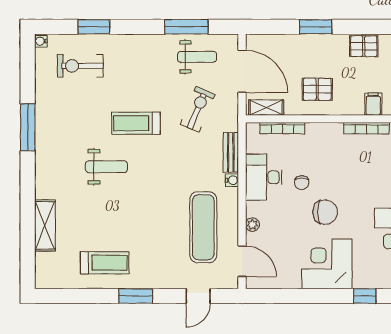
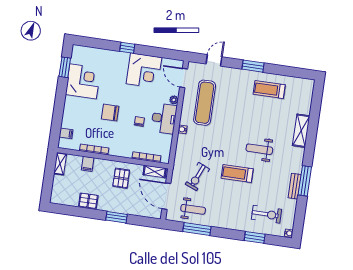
weight bench: (197, 57) -> (193, 209), turned 180
pallet: (317, 89) -> (121, 178), turned 90
treadmill: (136, 123) -> (237, 173), turned 180
bench: (231, 152) -> (295, 186), moved
desk: (264, 177) -> (164, 118), moved
chair: (325, 212) -> (110, 113), moved
shelving: (45, 225) -> (301, 131), moved
corner desk: (327, 264) -> (144, 71), moved
window: (365, 296) -> (127, 48), moved

